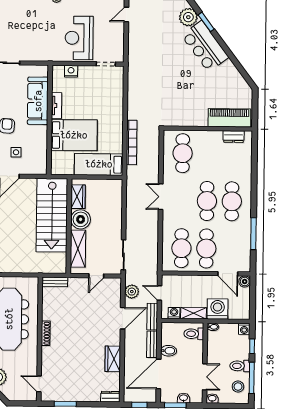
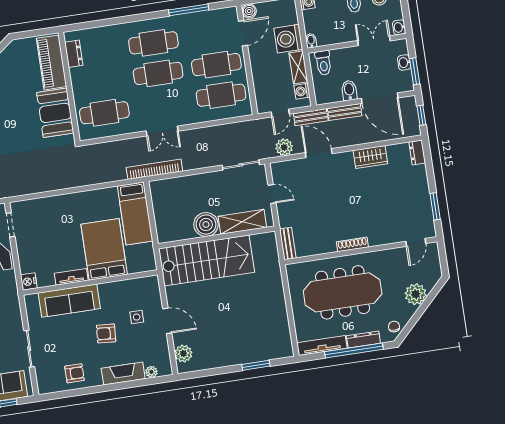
nightstand: (71, 71) -> (29, 281), moved
booth: (189, 114) -> (55, 113), added
bookcase: (132, 142) -> (154, 169), moved
wardrobe: (78, 197) -> (179, 232), removed

